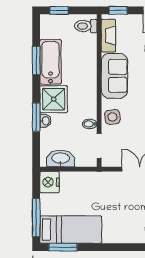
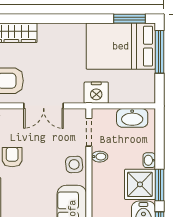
window: (36, 117) -> (159, 185), moved
nightstand: (50, 182) -> (96, 93), moved, turned 90
bed: (71, 230) -> (121, 46), width x1.50

